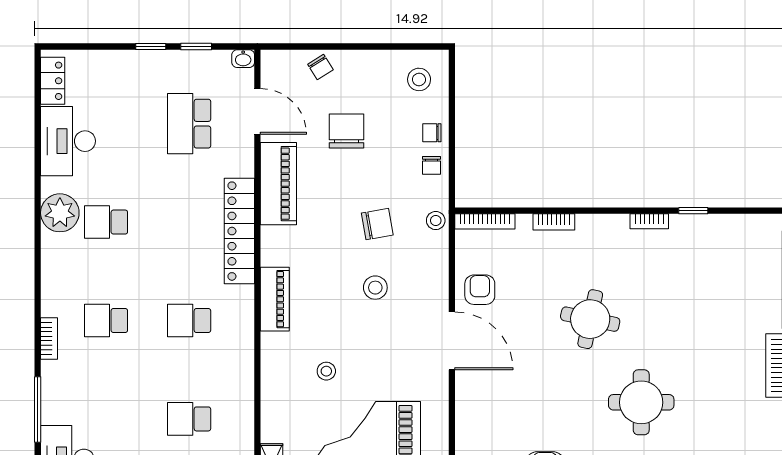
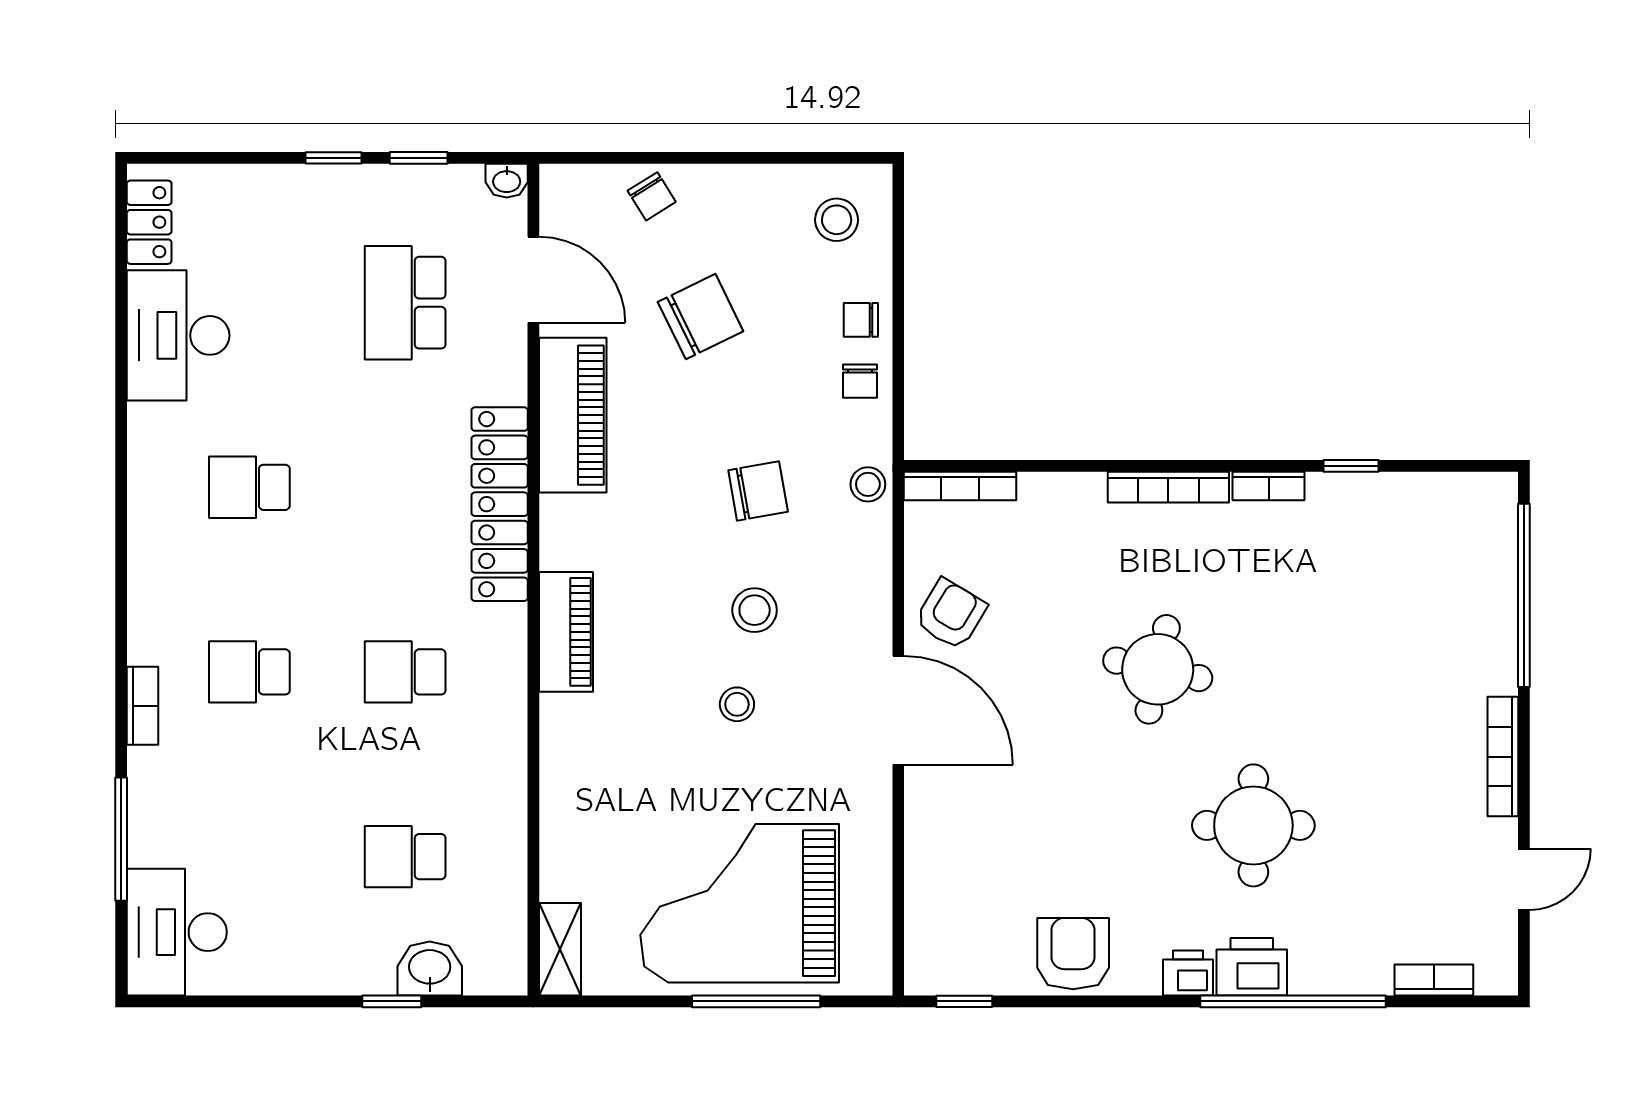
chair: (347, 131) -> (701, 317), turned 64
plant: (60, 213) -> (163, 470), removed
bookcase: (554, 222) -> (1168, 487), moved, width x1.56
armchair: (480, 290) -> (951, 614), turned 31
stool: (326, 371) -> (737, 704), moved

